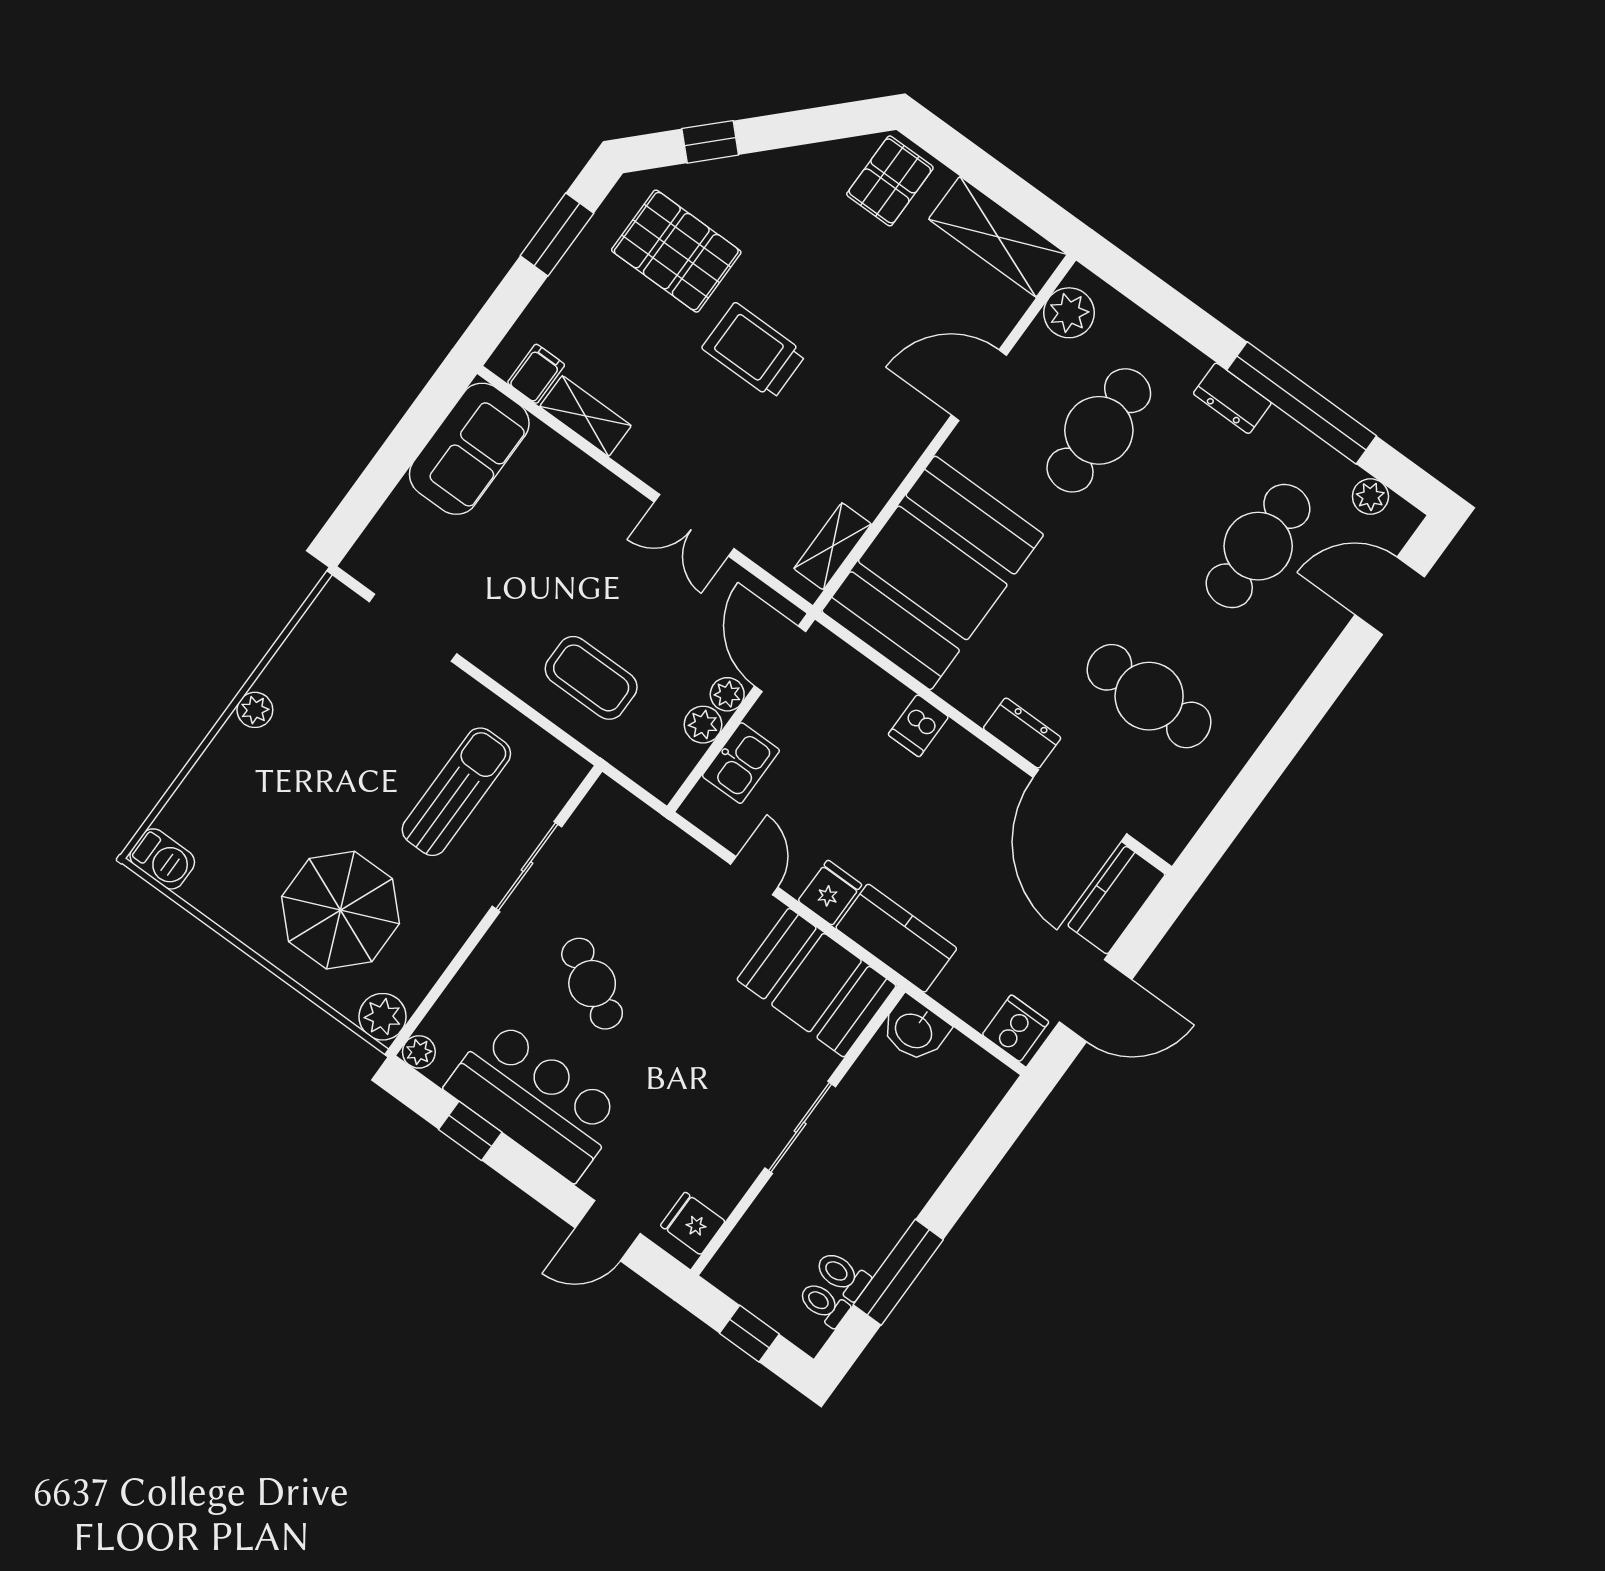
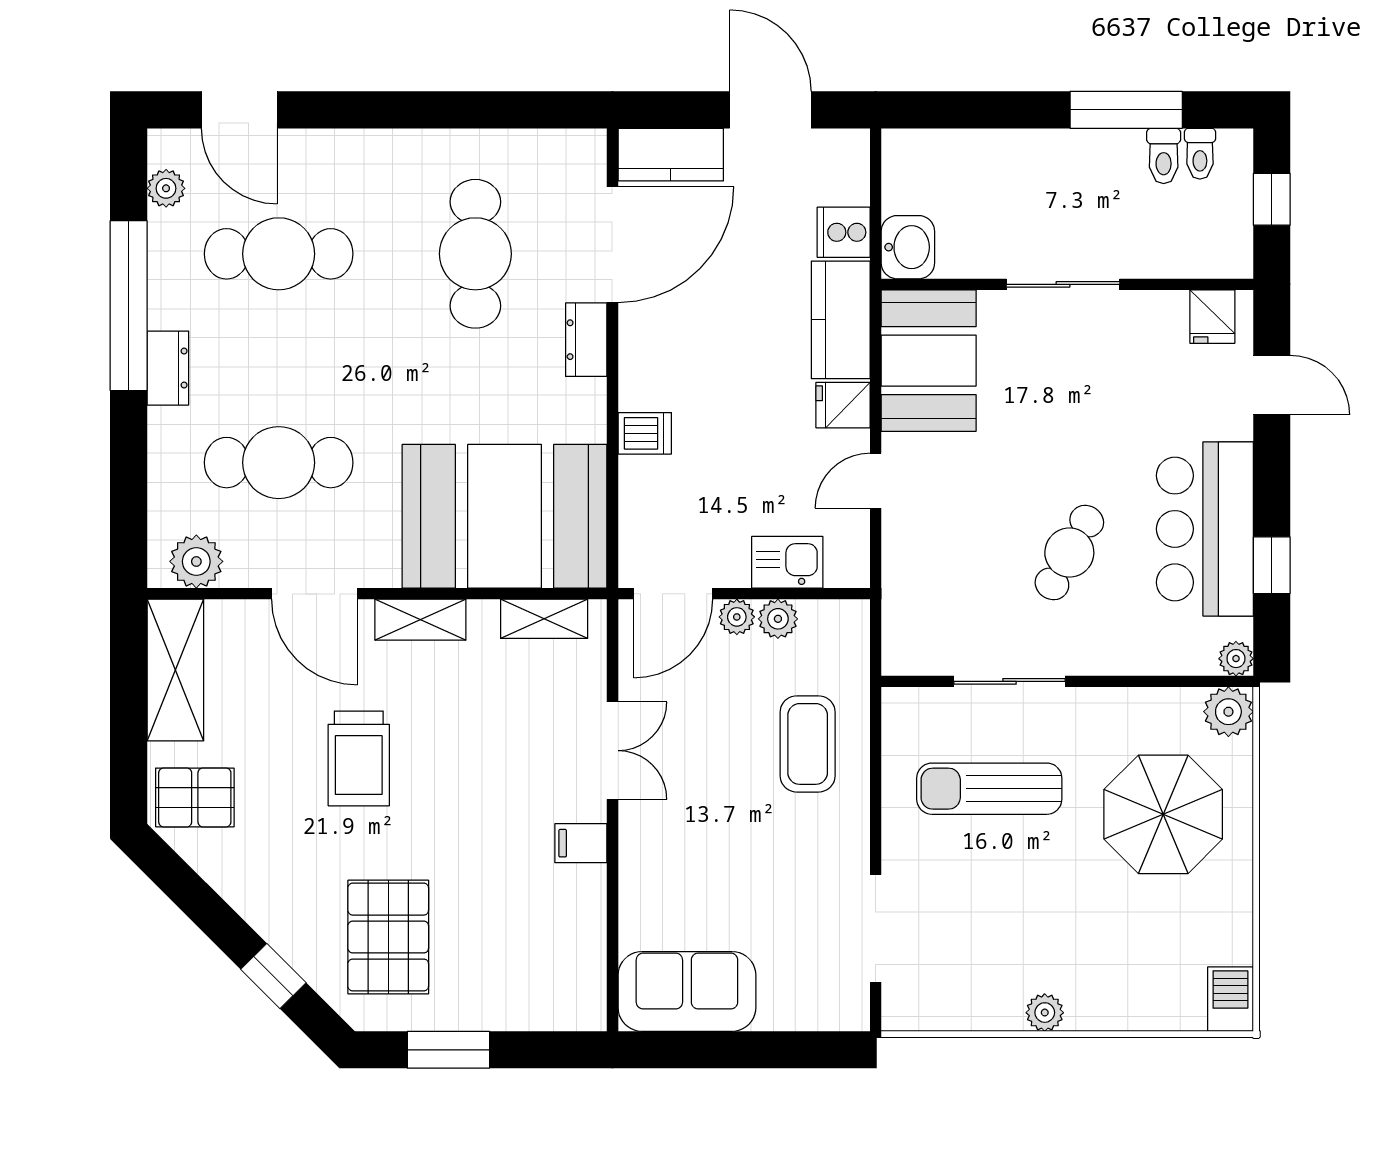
trolley: (754, 351) -> (359, 758), moved
filing cabinet: (536, 374) -> (581, 843), moved
shelving: (586, 416) -> (420, 620), moved, turned 90
cooker: (1016, 1028) -> (844, 232), moved

